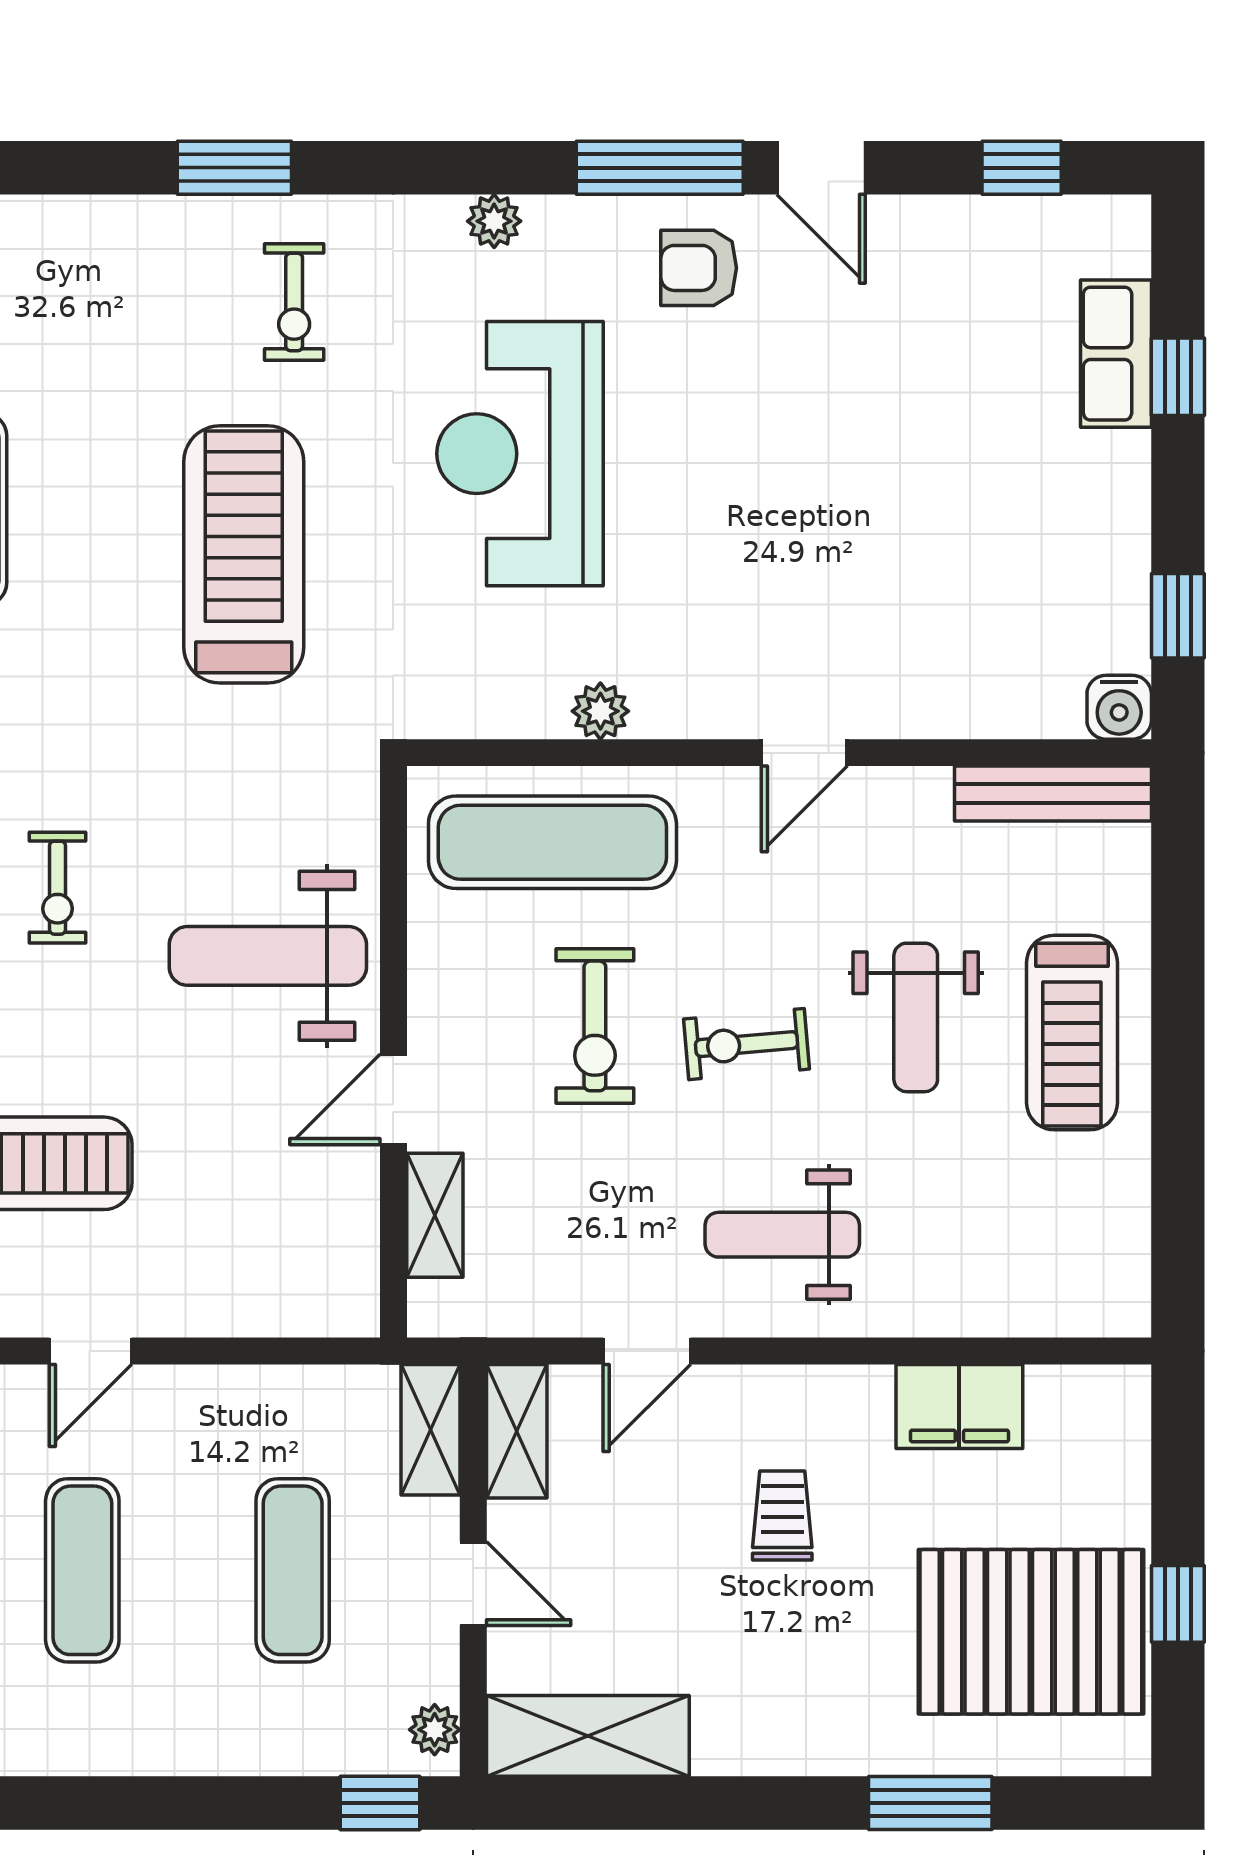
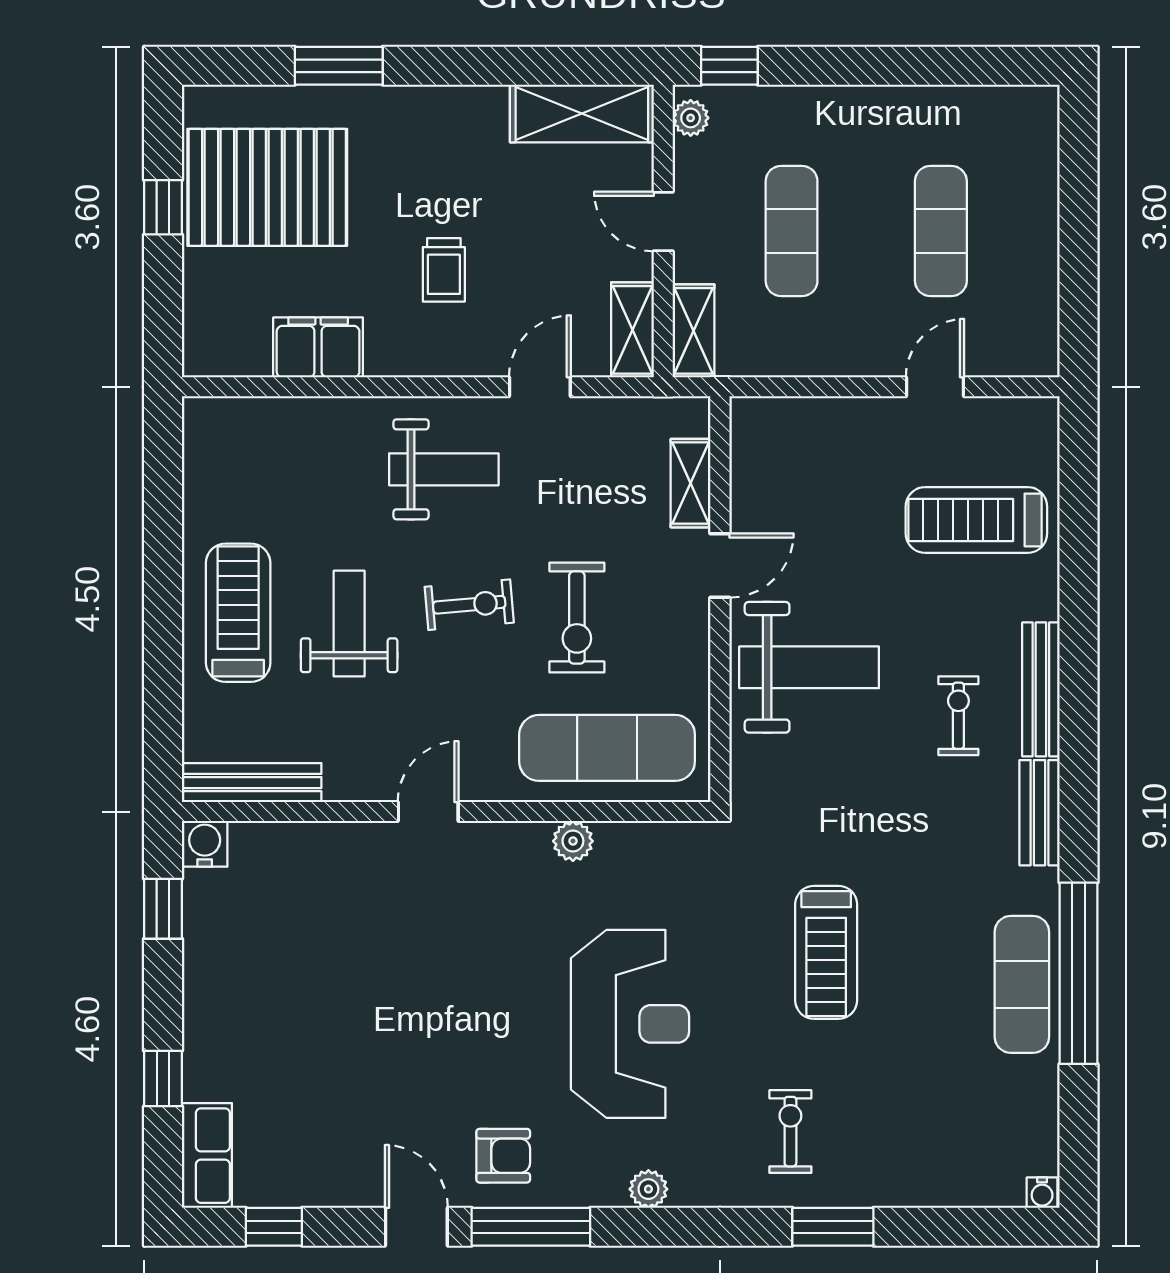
row of seats: (1116, 354) -> (207, 1156), moved
treadmill: (244, 554) -> (826, 952), width x0.73, depth x0.73
exercise bike: (595, 1026) -> (577, 618), turned 180

